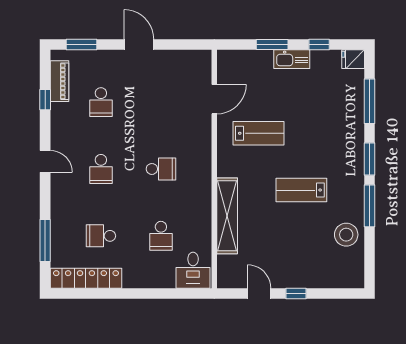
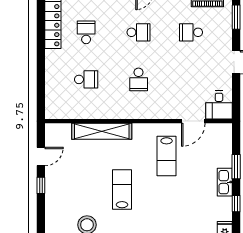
door: (214, 99) -> (193, 121), hinge flipped
school desk: (101, 169) -> (139, 32), turned 180
school desk: (161, 236) -> (86, 79), turned 180
desk: (193, 270) -> (219, 105), moved, turned -90

